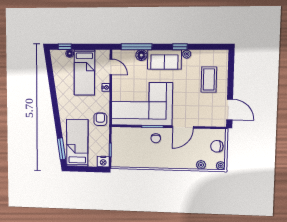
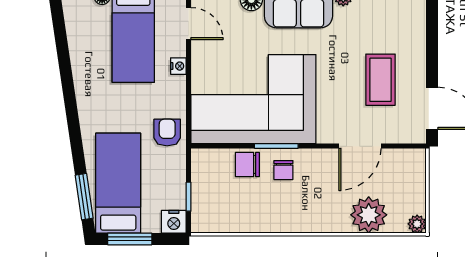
coffee table: (209, 79) -> (380, 80), moved
door: (183, 127) -> (360, 146), moved
chair: (217, 146) -> (247, 164), moved
plant: (201, 165) -> (369, 215), width x1.87, depth x1.87
window: (83, 169) -> (130, 239), added

